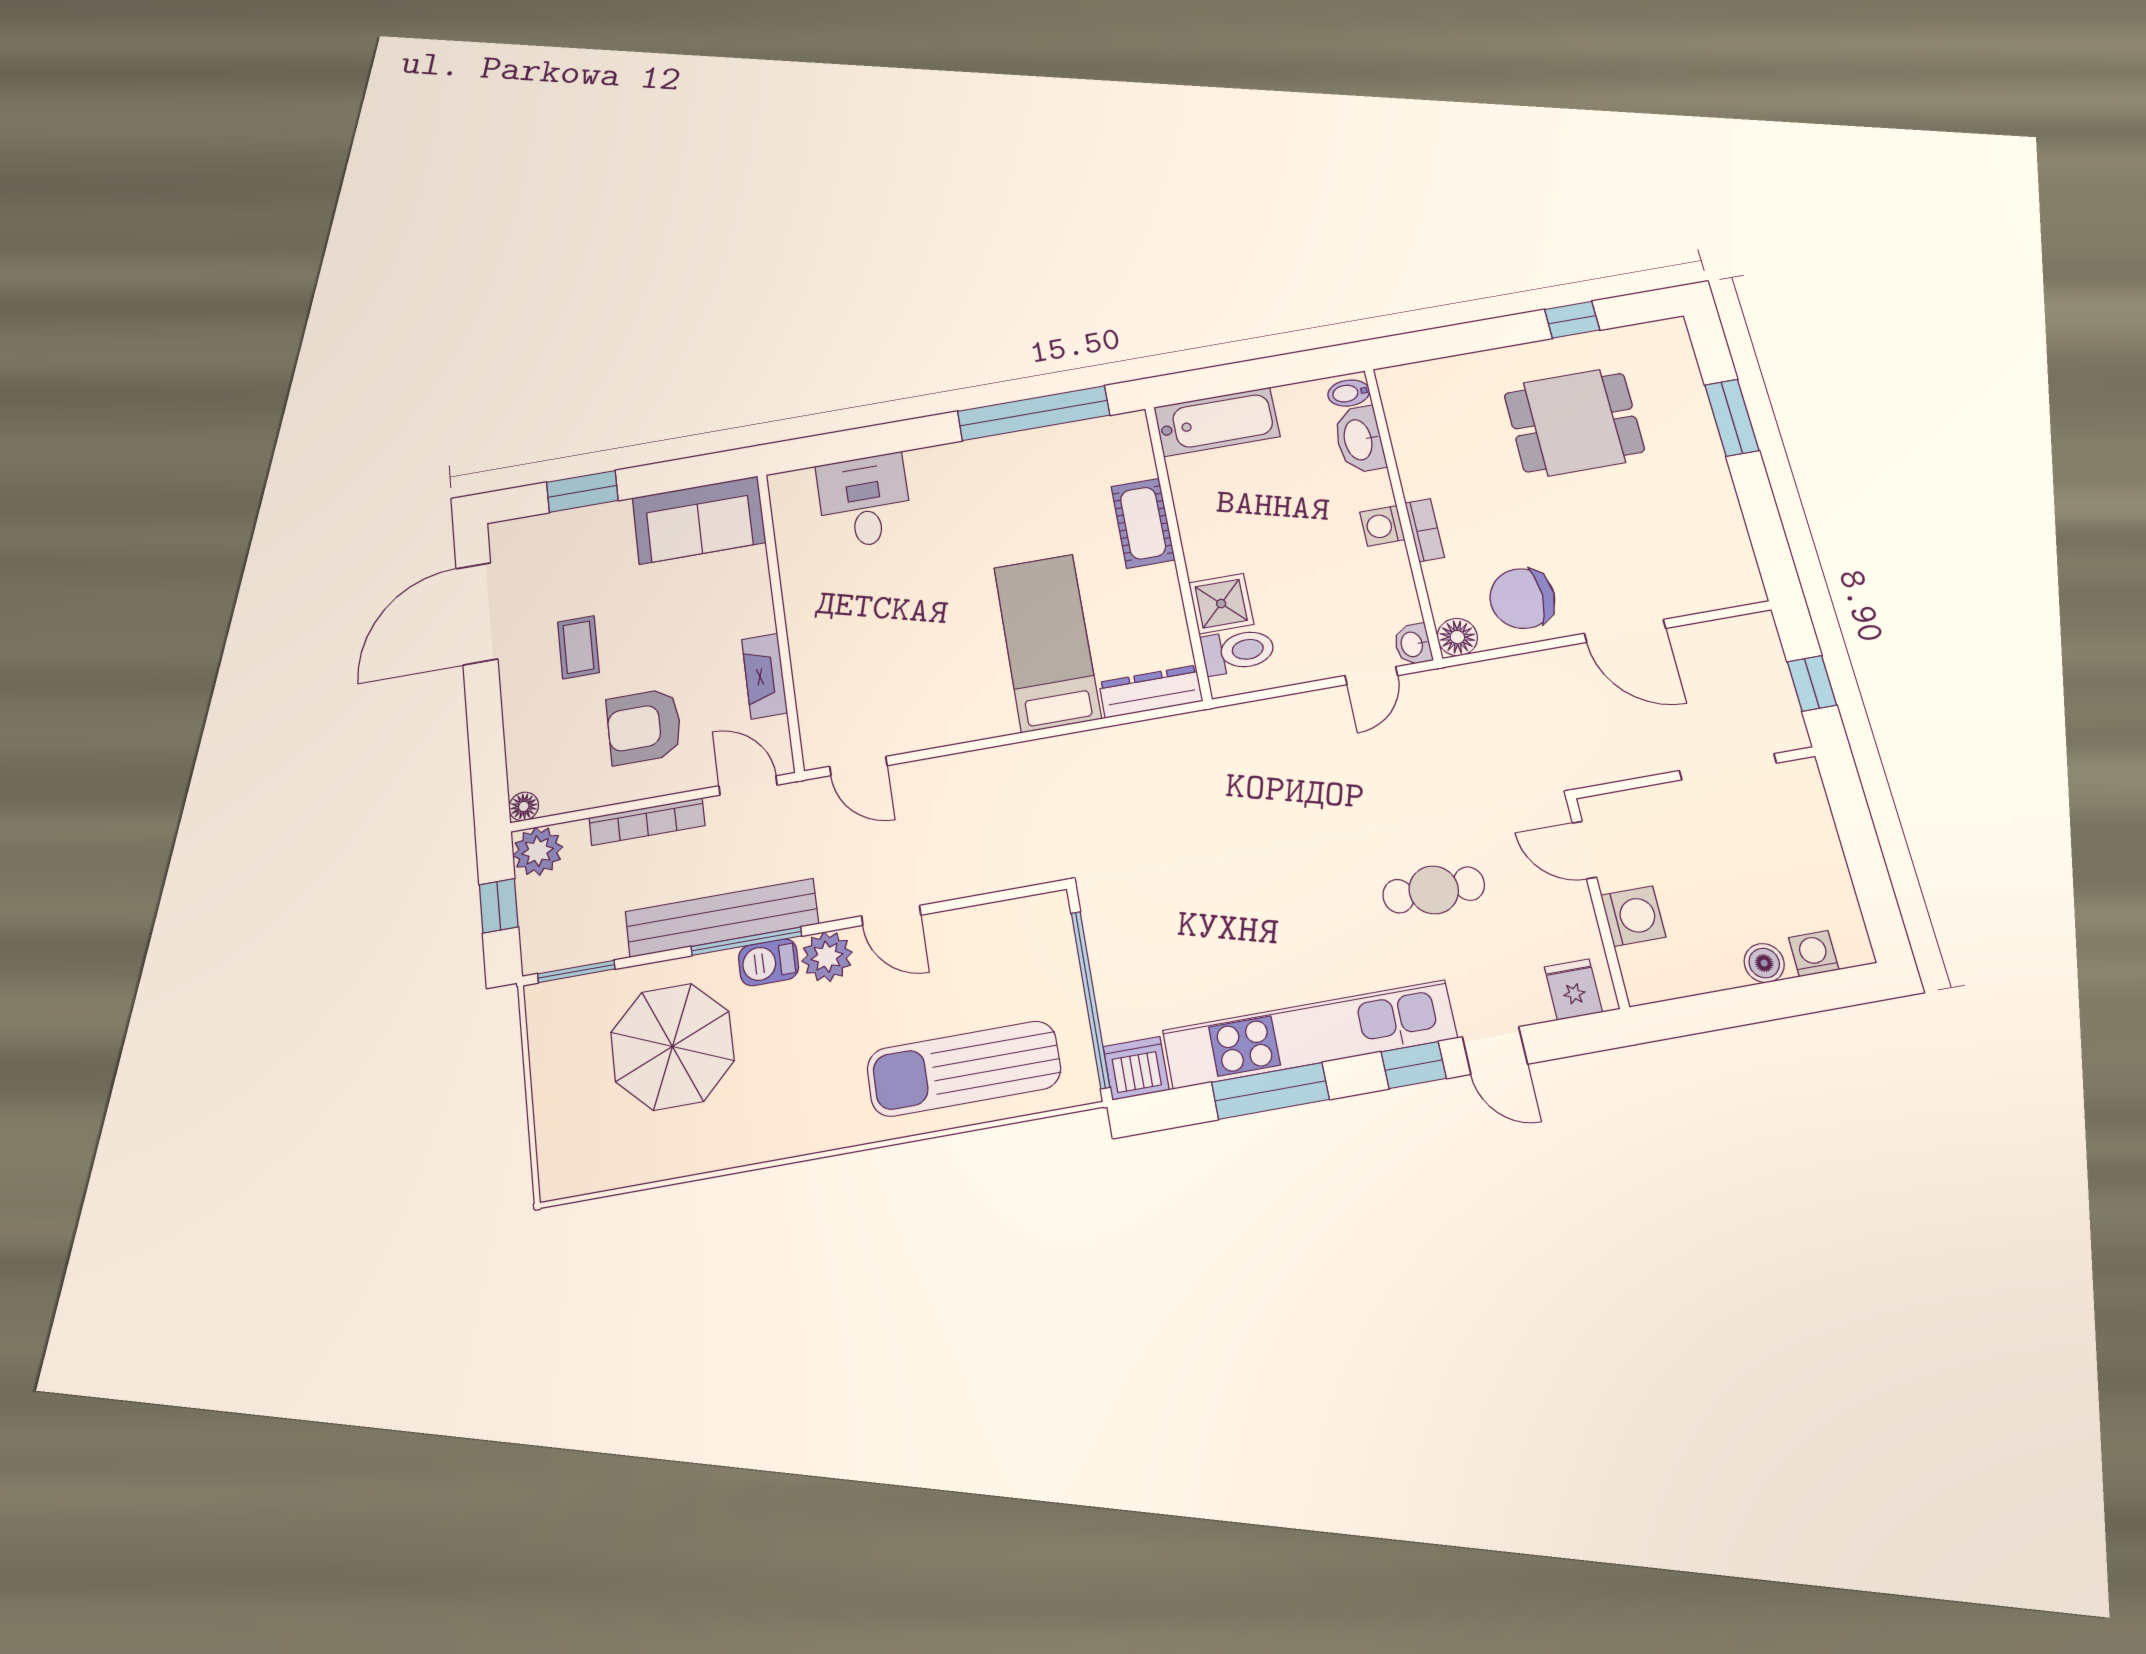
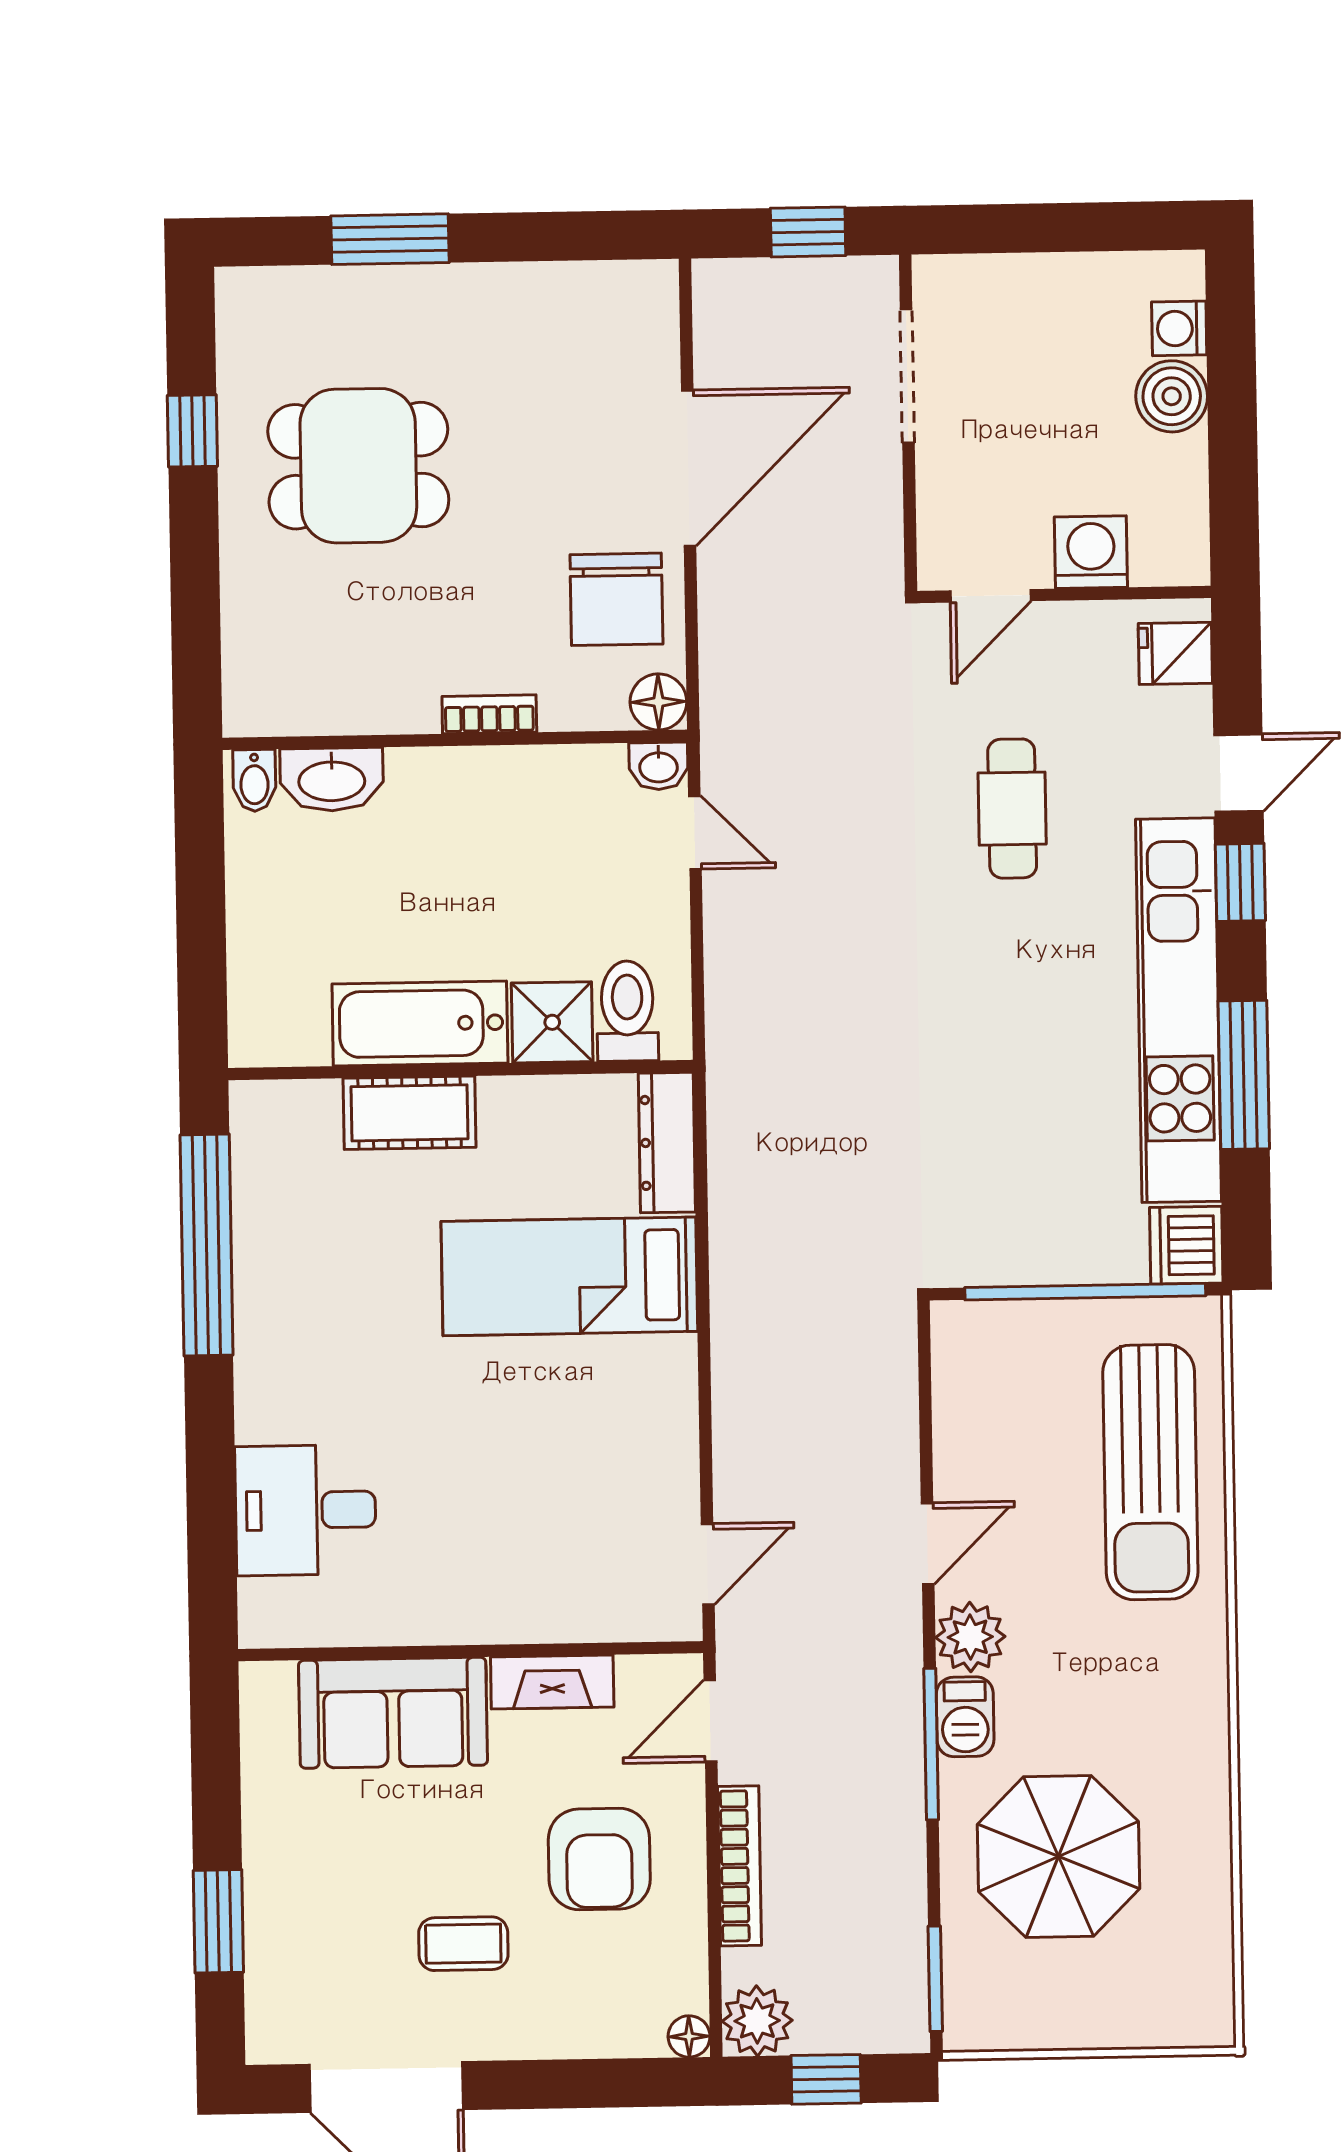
bathtub: (1217, 422) -> (420, 1024), moved, turned -90
dining table: (1574, 422) -> (358, 466), turned 90
sofa: (699, 520) -> (393, 1713), moved, turned 90
washing machine: (1382, 526) -> (472, 773), removed
door: (1625, 631) -> (689, 468), width x1.36
bench: (722, 918) -> (893, 1774), removed
boiler: (1764, 963) -> (1172, 396), width x1.36, depth x1.36

